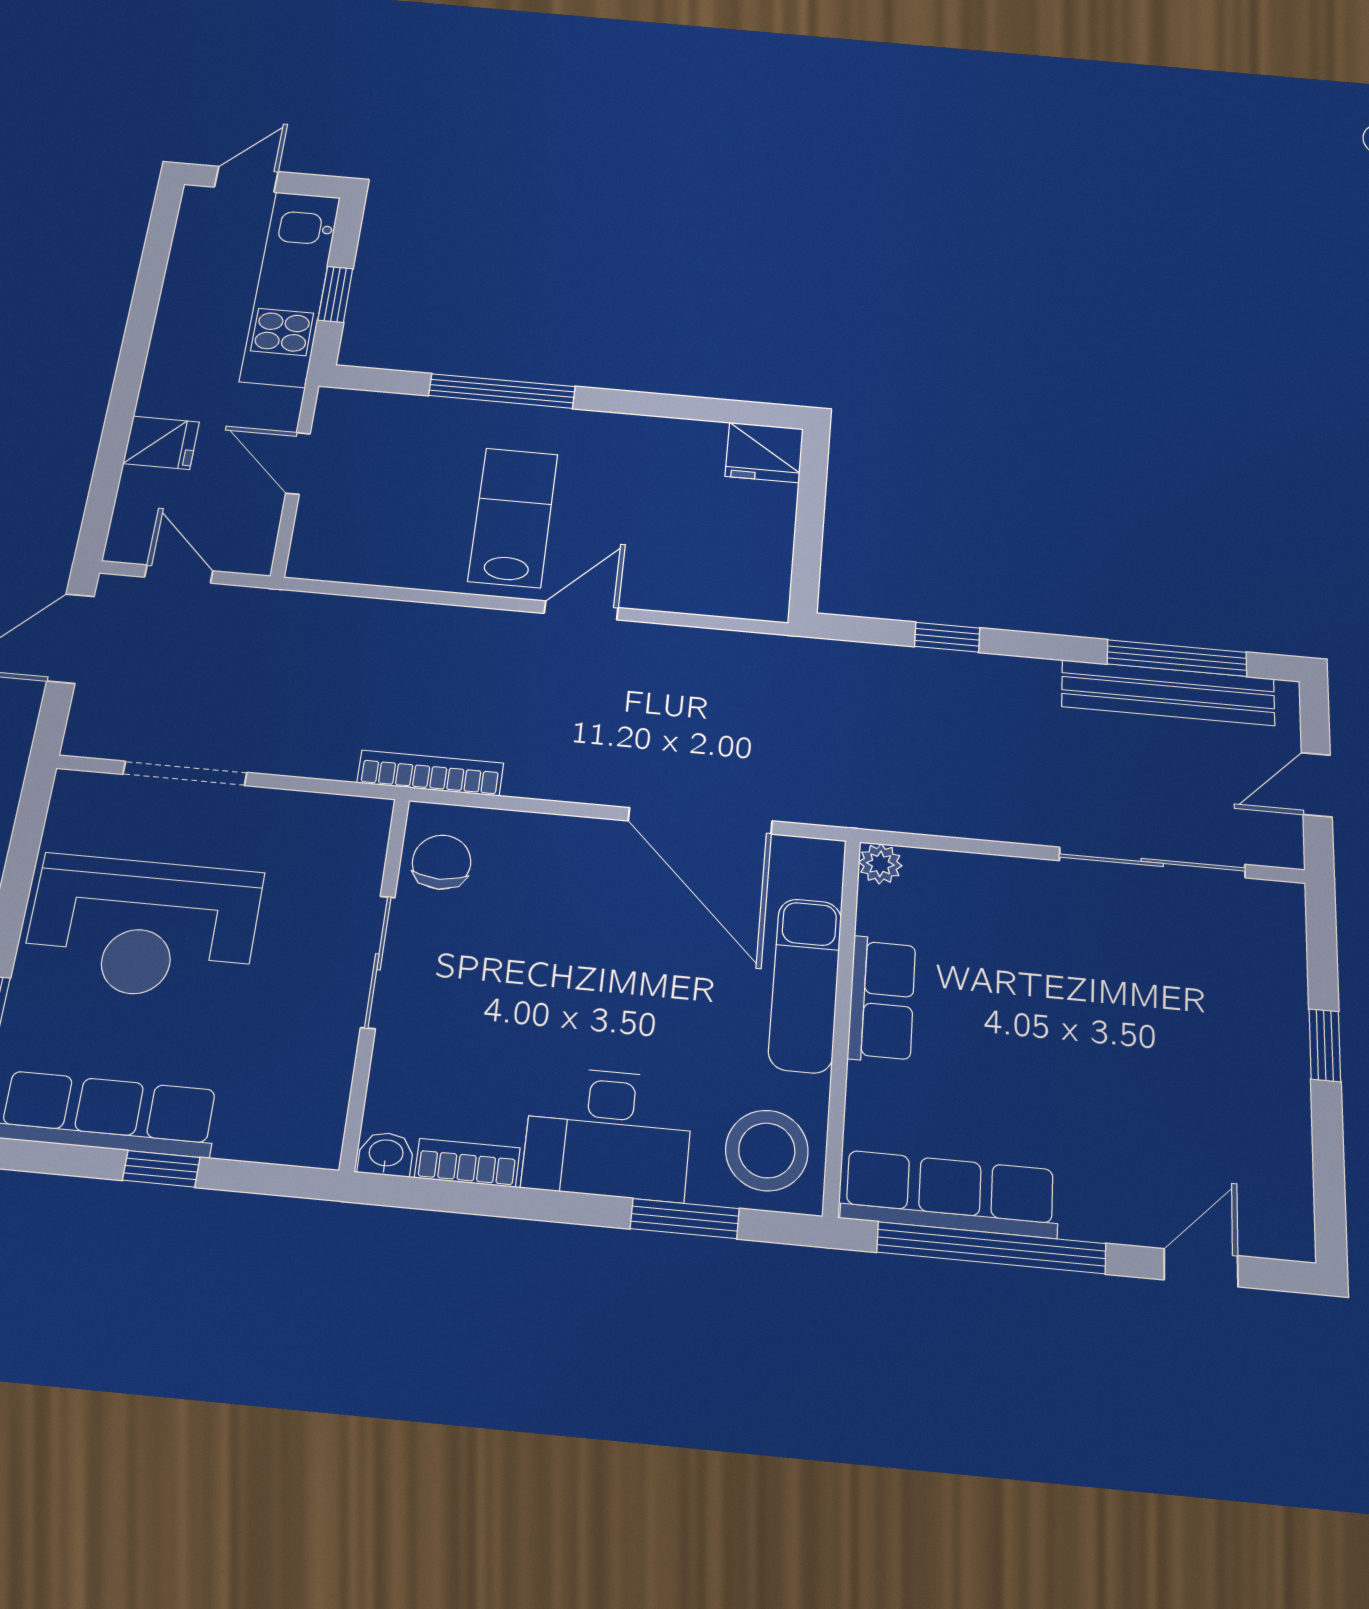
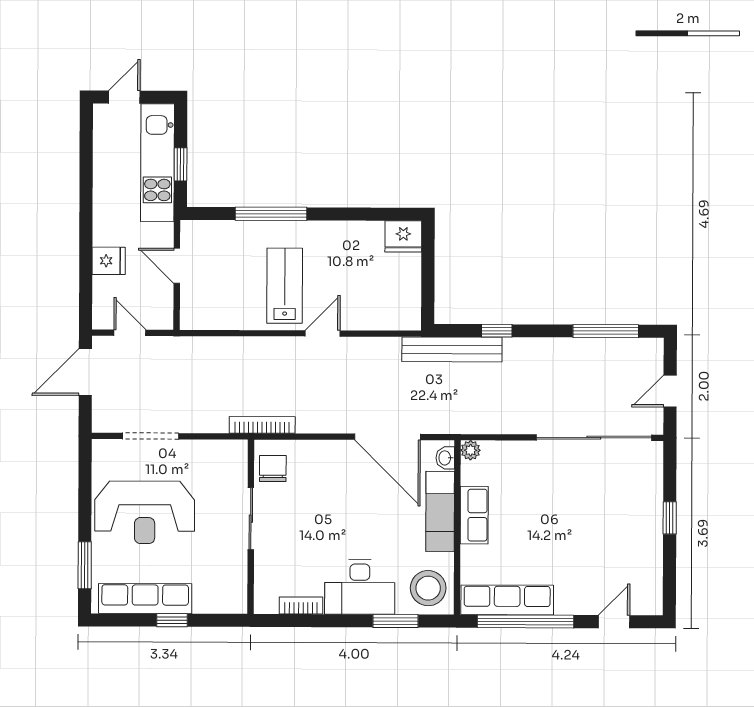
bench: (1168, 693) -> (452, 349), moved
sliding door: (1152, 862) -> (594, 438), width x1.36
washbasin: (386, 1154) -> (445, 458), moved, turned -90

